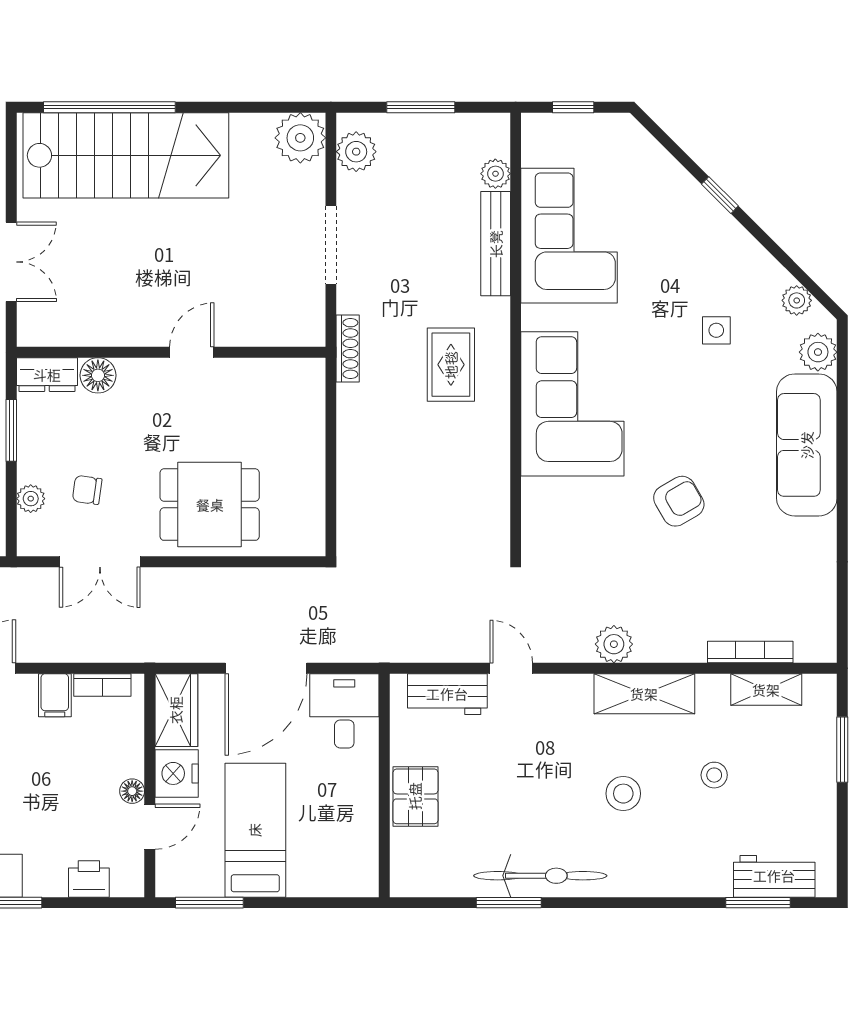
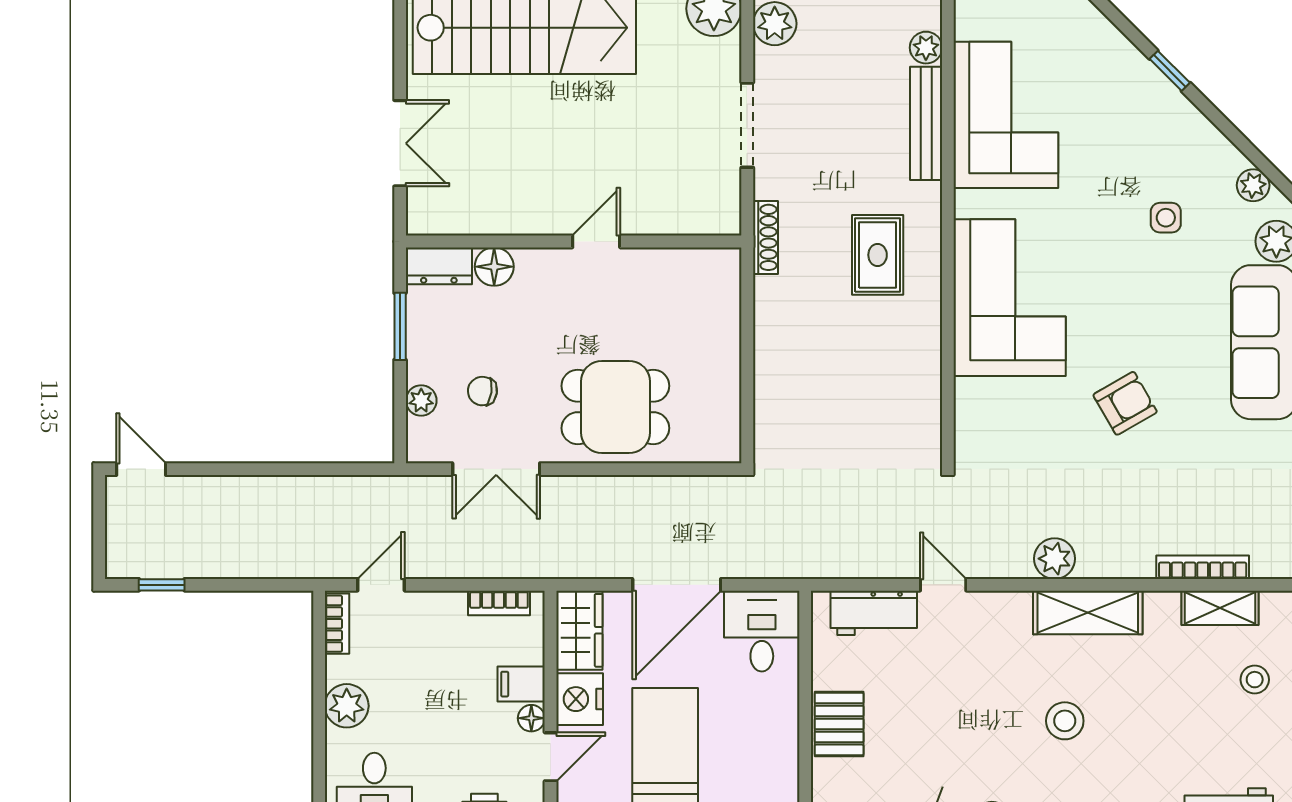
filing cabinet: (55, 695) -> (521, 684), moved, turned 90
stool: (714, 775) -> (1255, 680), moved

